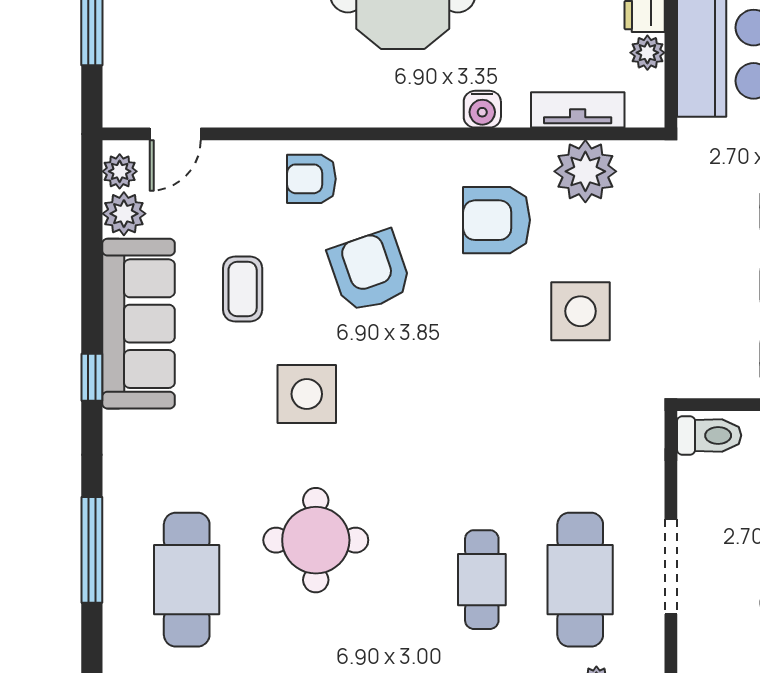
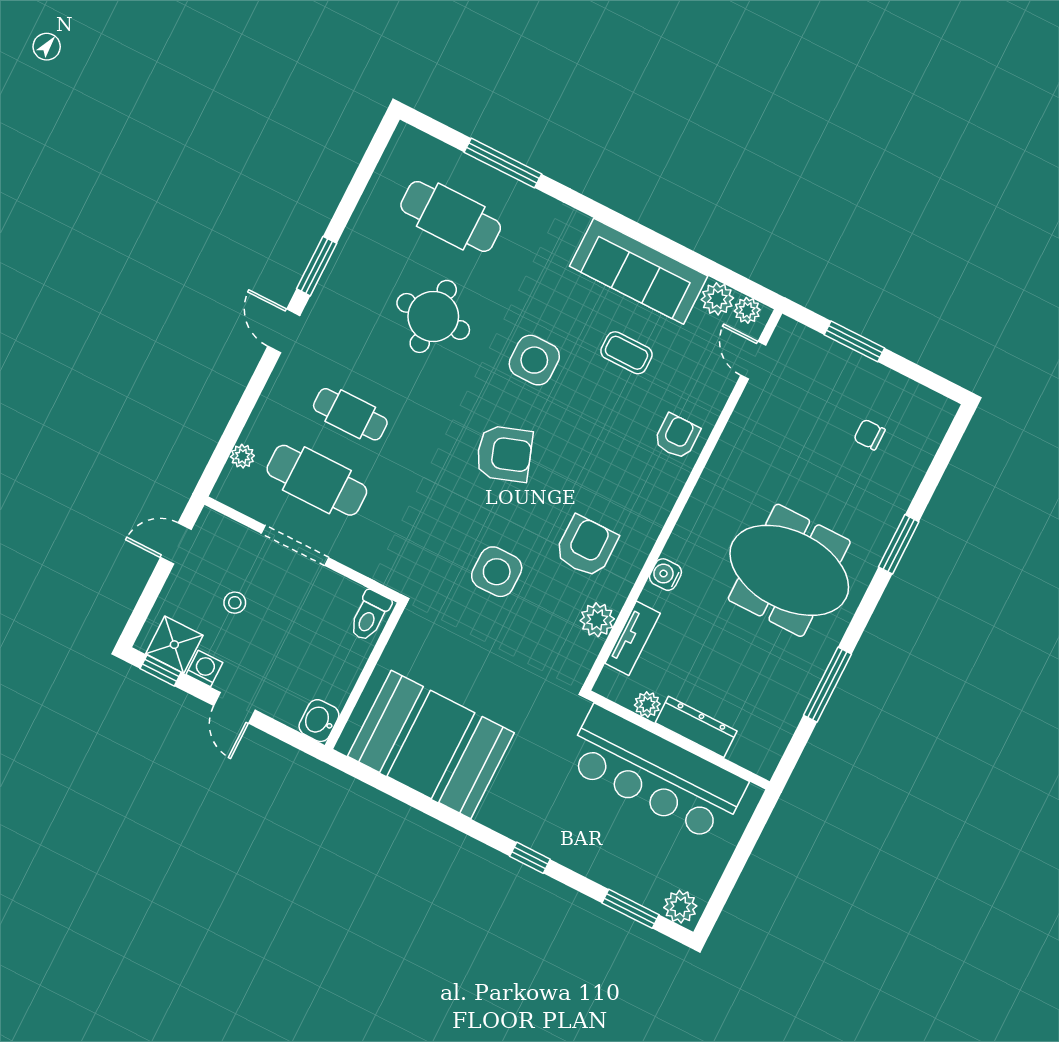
plant: (585, 171) -> (597, 620), width x0.73, depth x0.73
armchair: (370, 271) -> (504, 454), moved
window: (92, 377) -> (619, 222), removed

